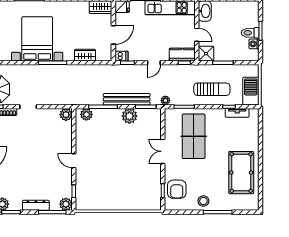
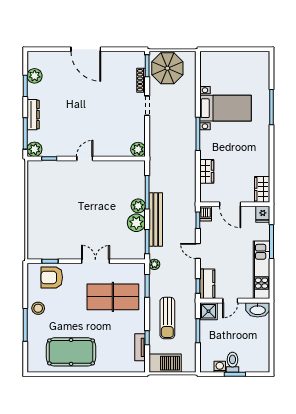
bed with nightstands: (37, 39) -> (225, 108), width x0.73
plant: (86, 114) -> (138, 206), moved

